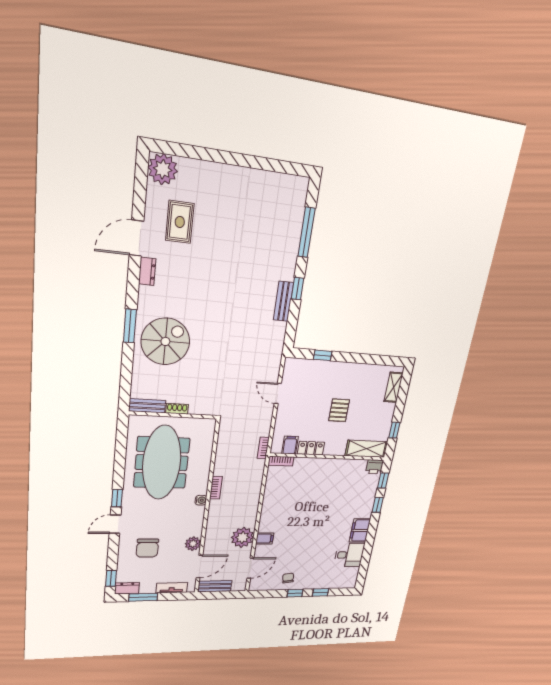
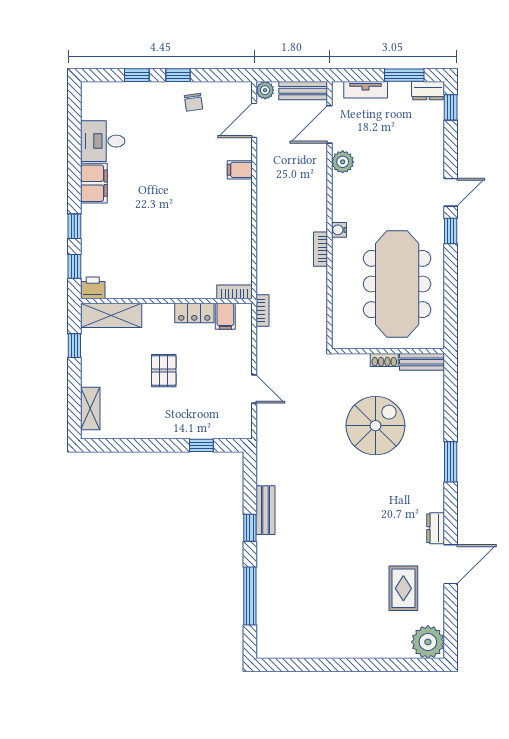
spiral stairs: (165, 341) -> (375, 426), moved, turned 180
plant: (243, 537) -> (265, 90), moved, width x0.53, depth x0.53
chair: (147, 548) -> (405, 155), removed

